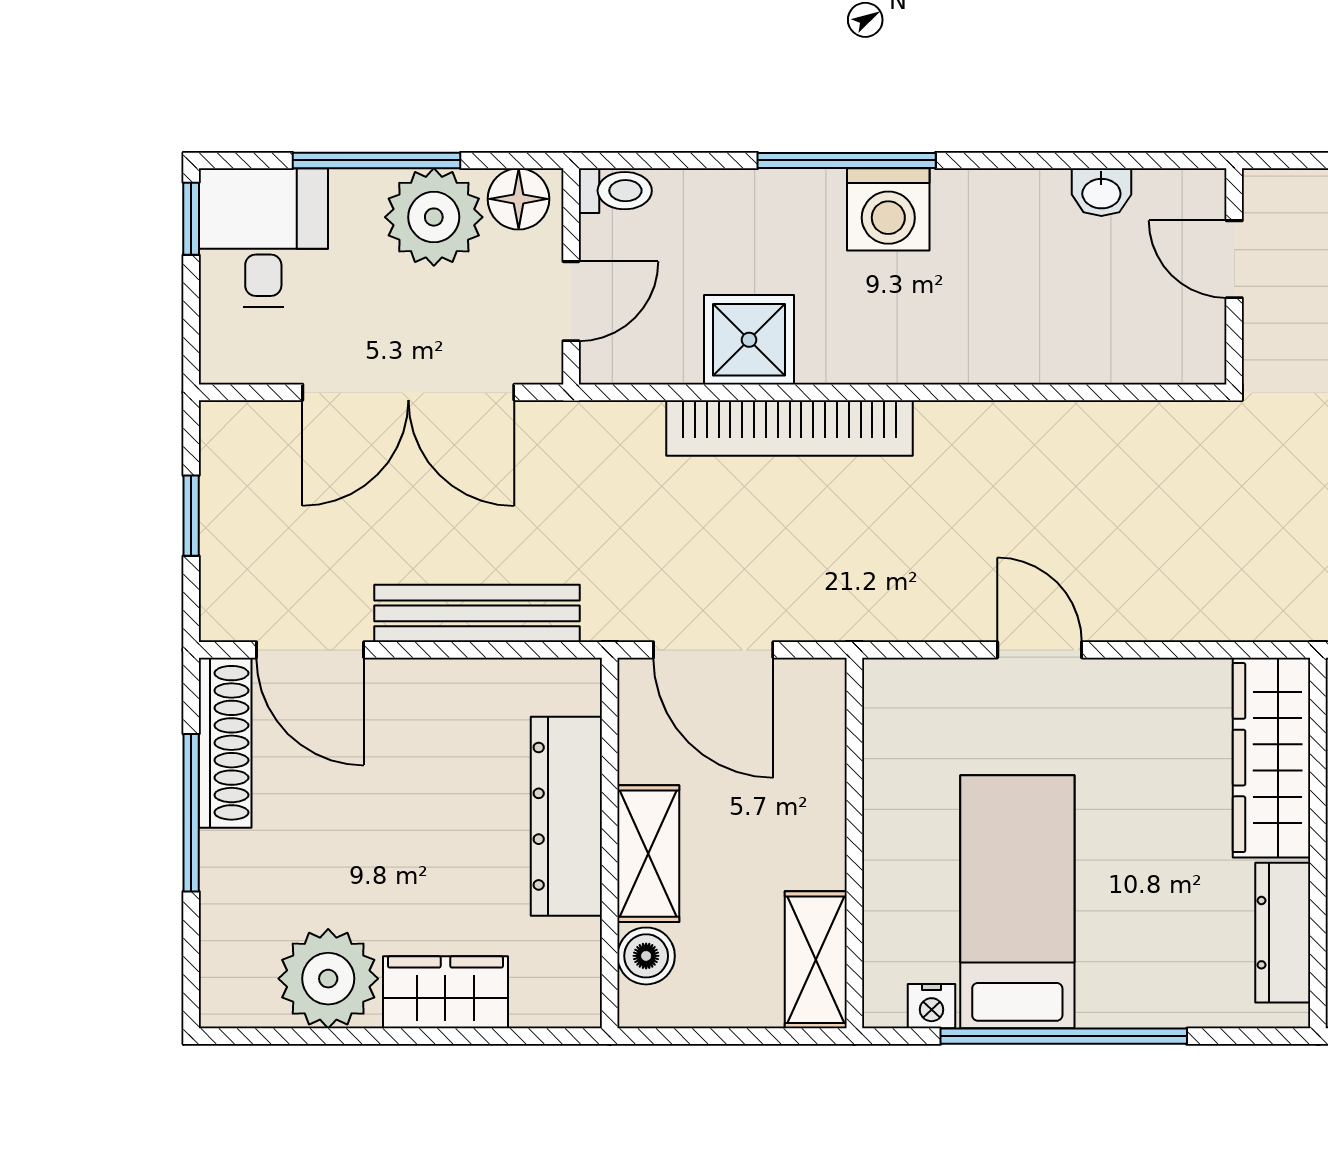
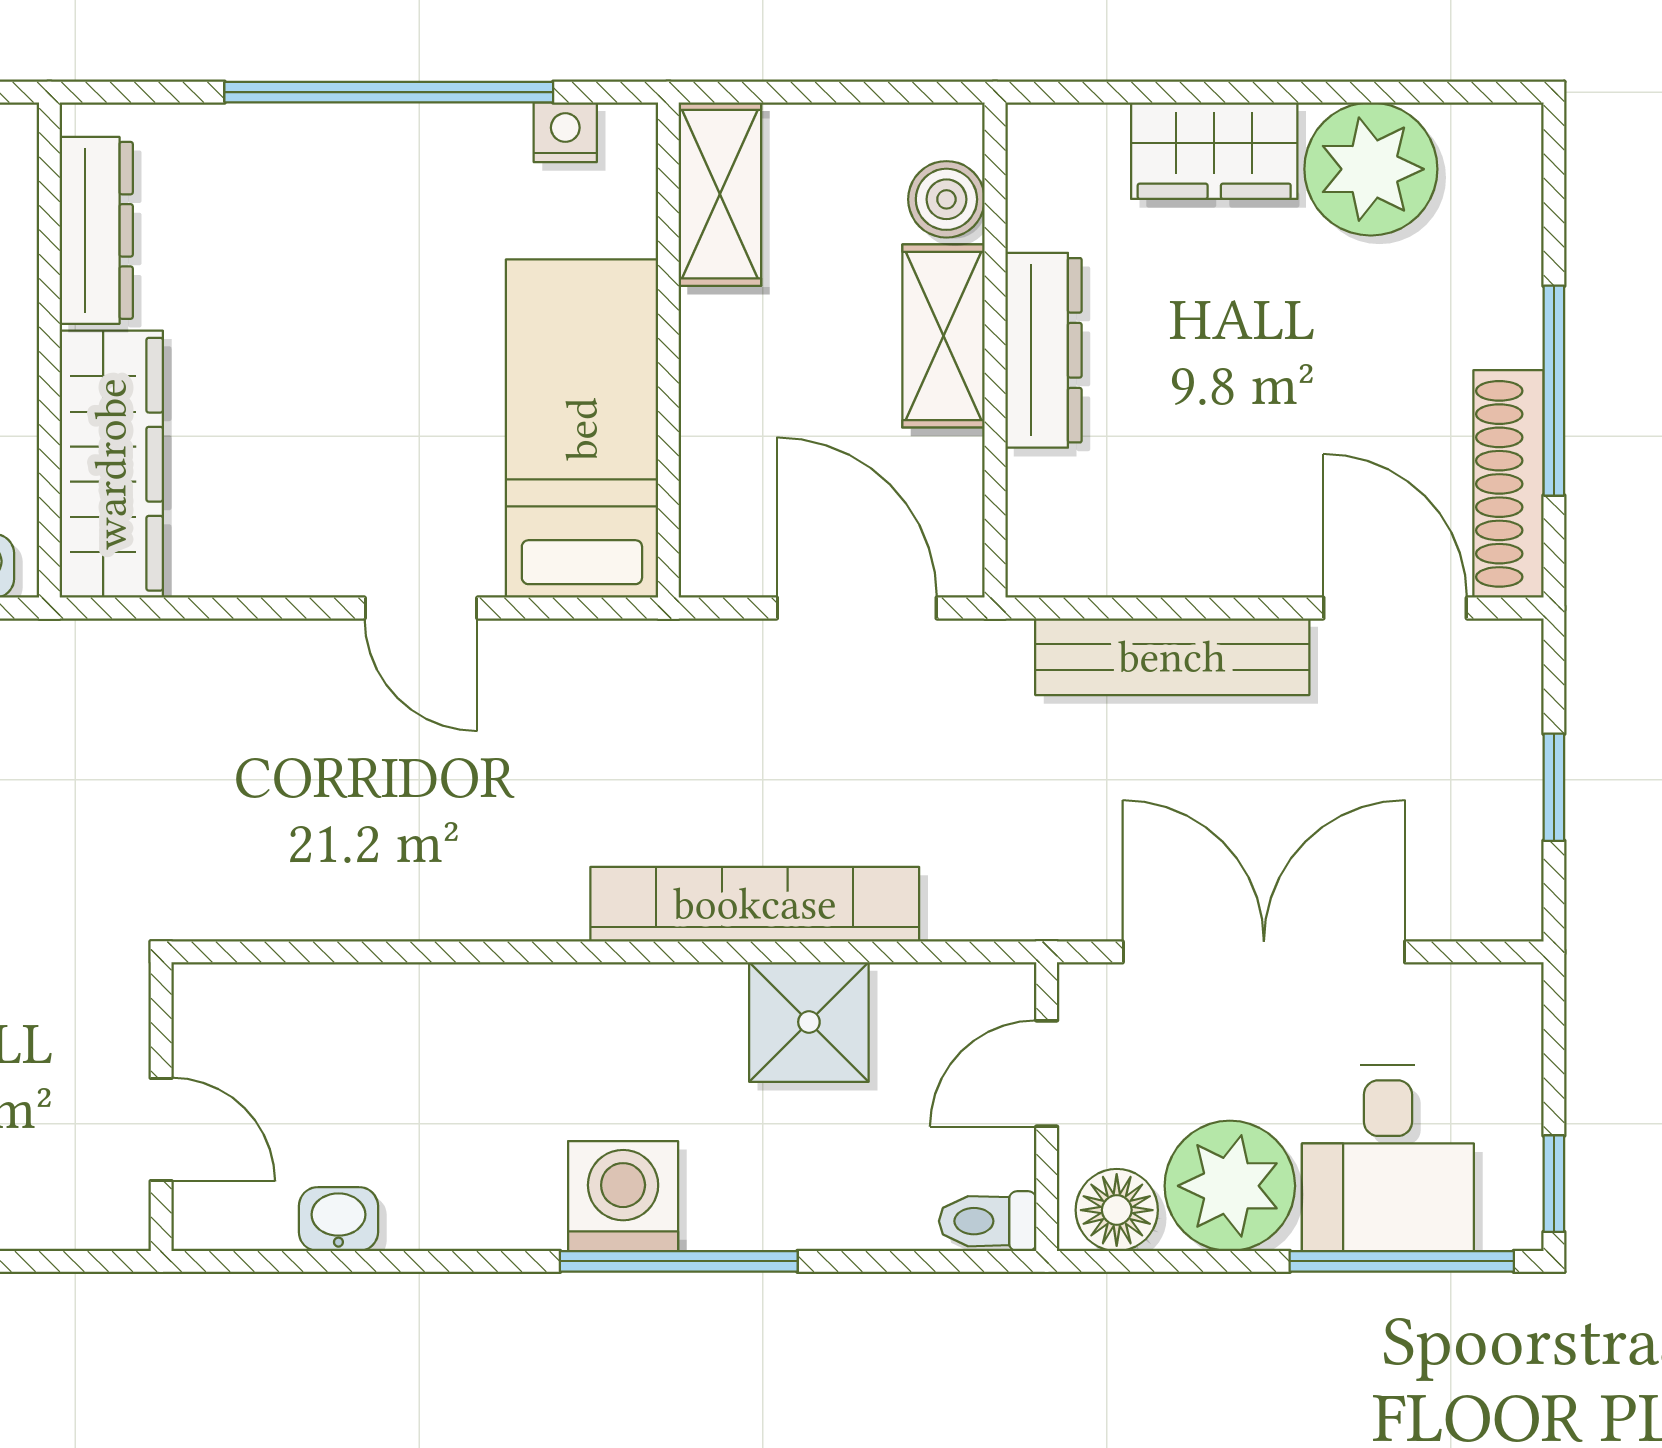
window: (376, 160) -> (1402, 1261), moved
desk: (263, 238) -> (1388, 1158), moved
dresser: (566, 816) -> (1043, 350), width x0.73, depth x0.80
bed: (1017, 902) -> (582, 429), moved, turned 180

